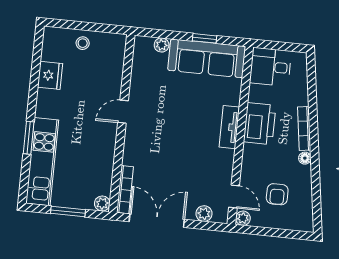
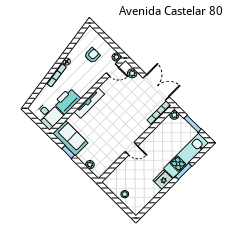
sofa: (207, 58) -> (70, 138), width x0.73
fridge: (50, 75) -> (163, 180), moved
printer: (260, 124) -> (67, 101), moved
tv unit: (229, 127) -> (89, 103), width x1.41
door: (234, 197) -> (113, 70), swing flipped
double door: (157, 221) -> (156, 87), swing flipped

